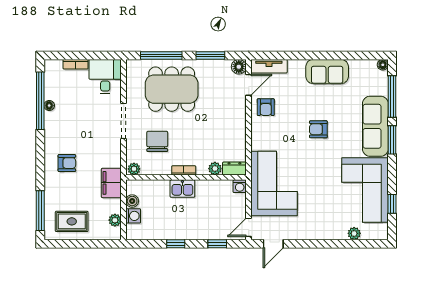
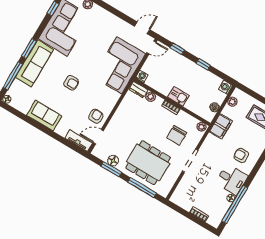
floor lamp: (239, 67) -> (113, 161), moved
desk: (105, 77) -> (232, 179), moved, turned -90
washing machine: (133, 216) -> (226, 87), moved

